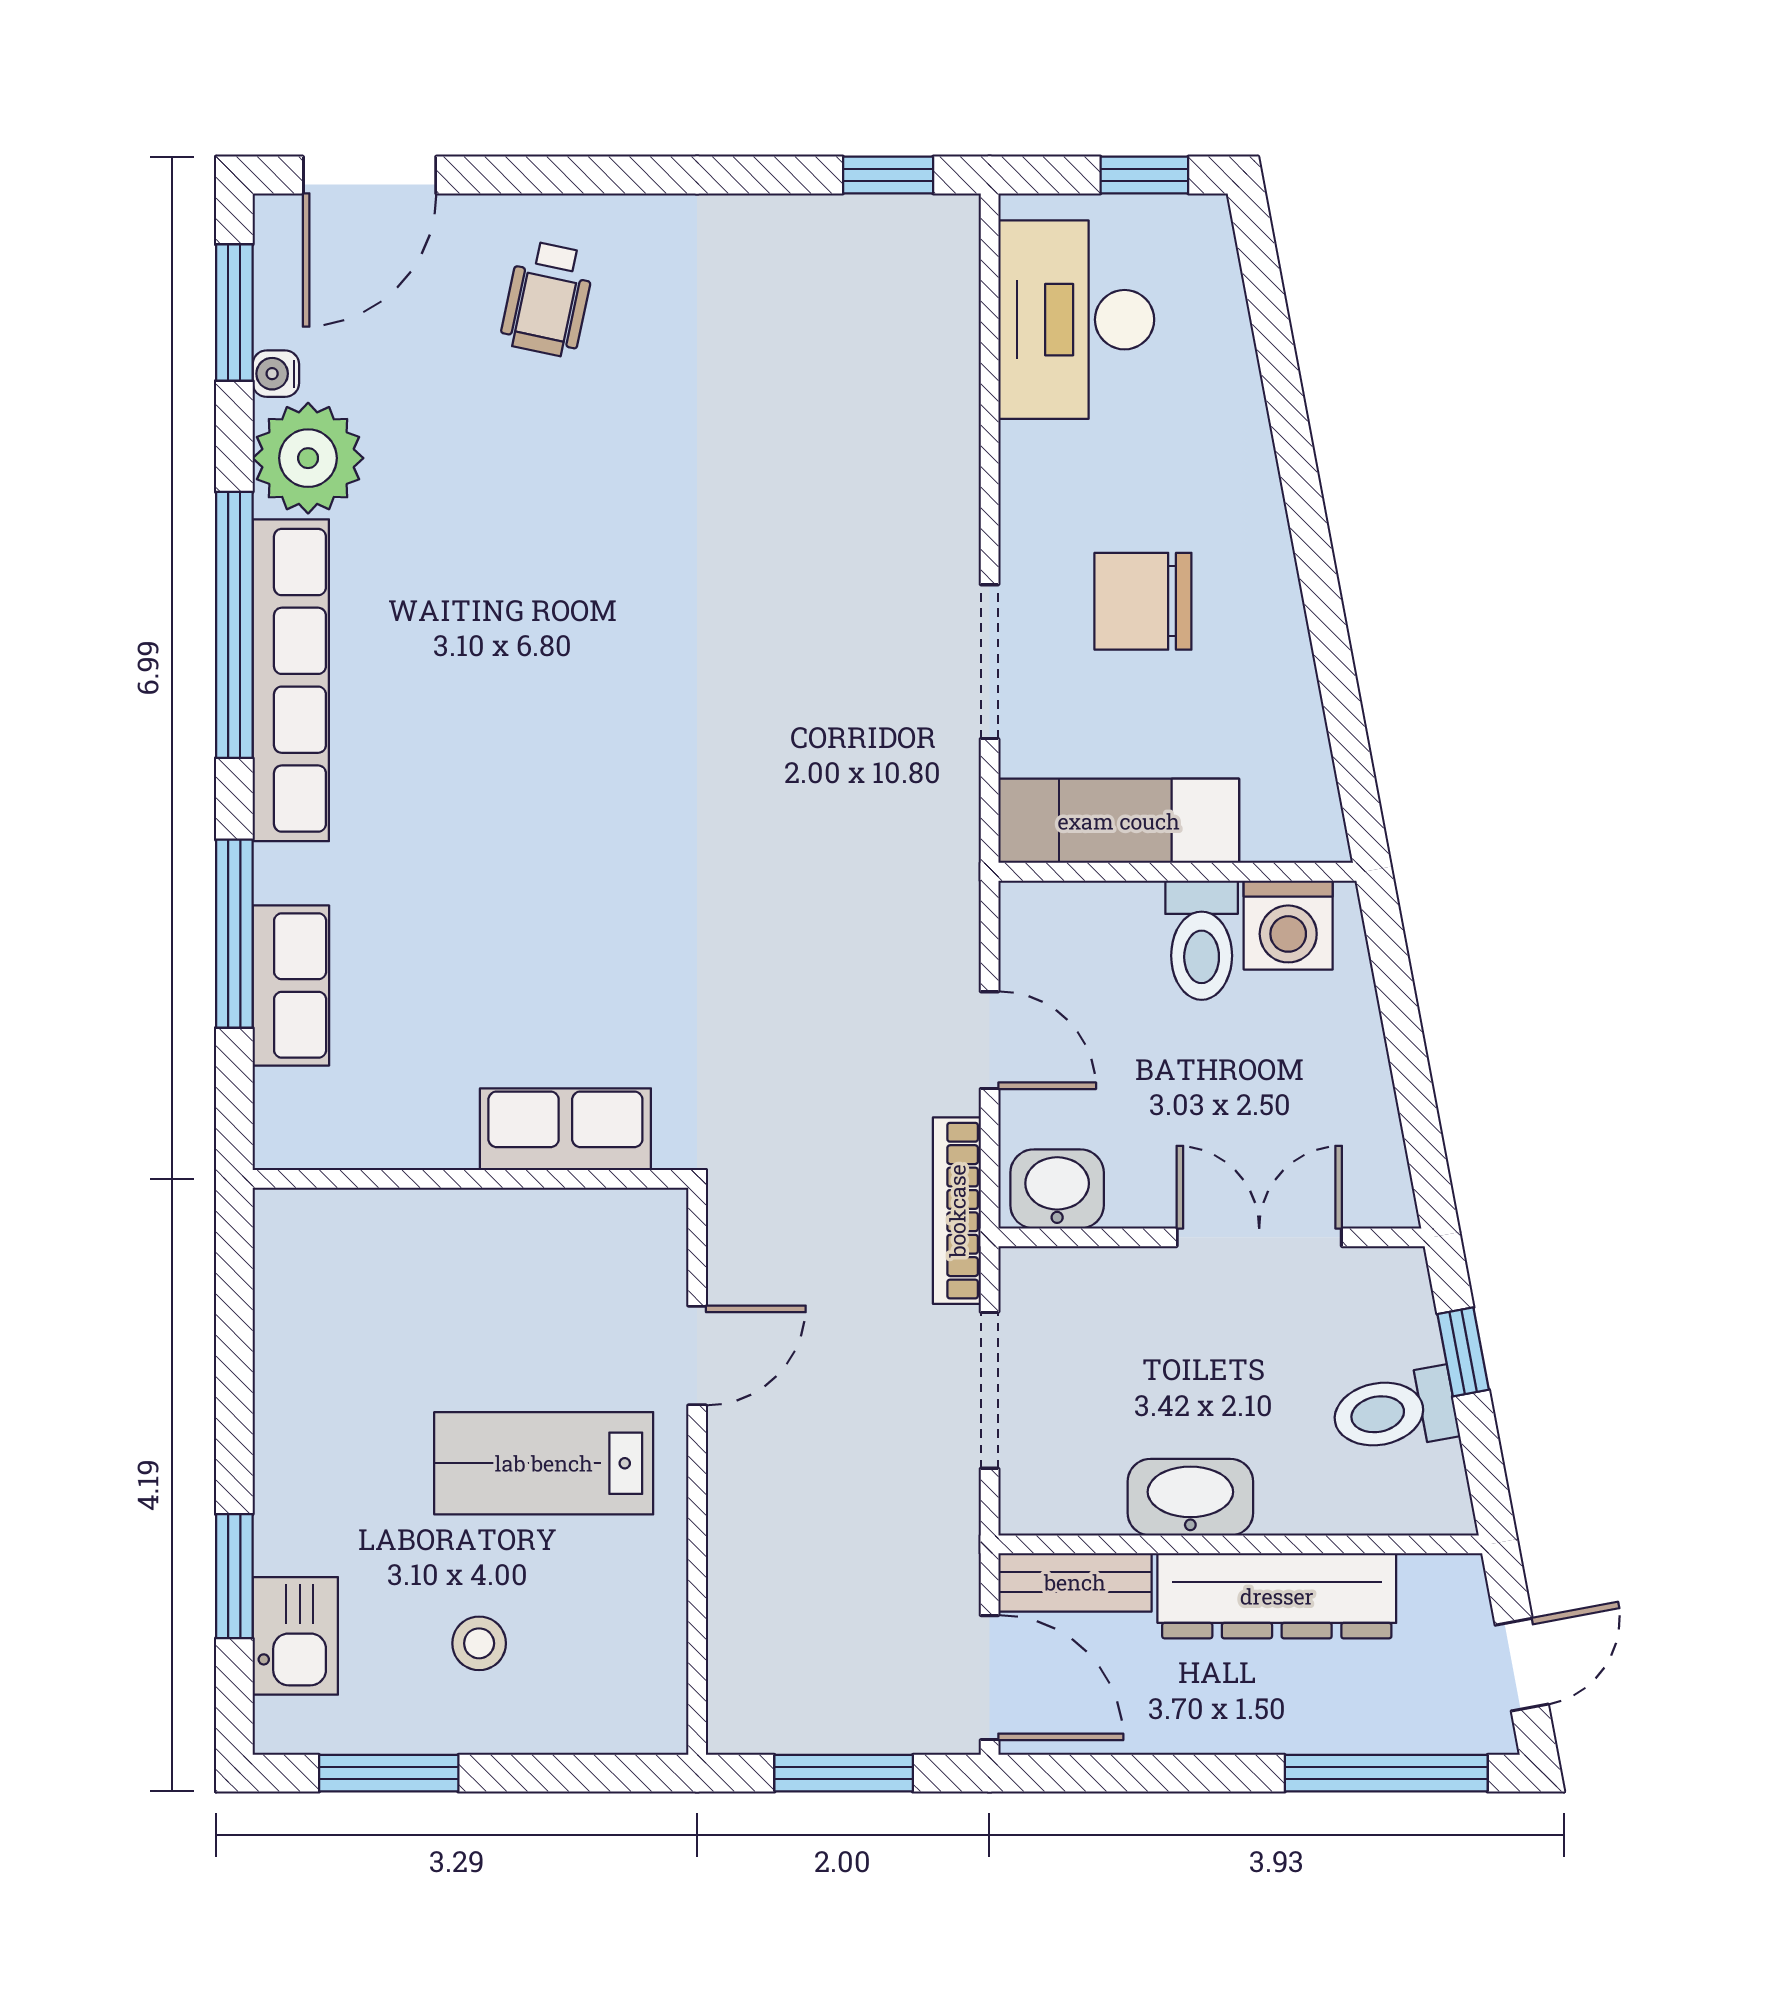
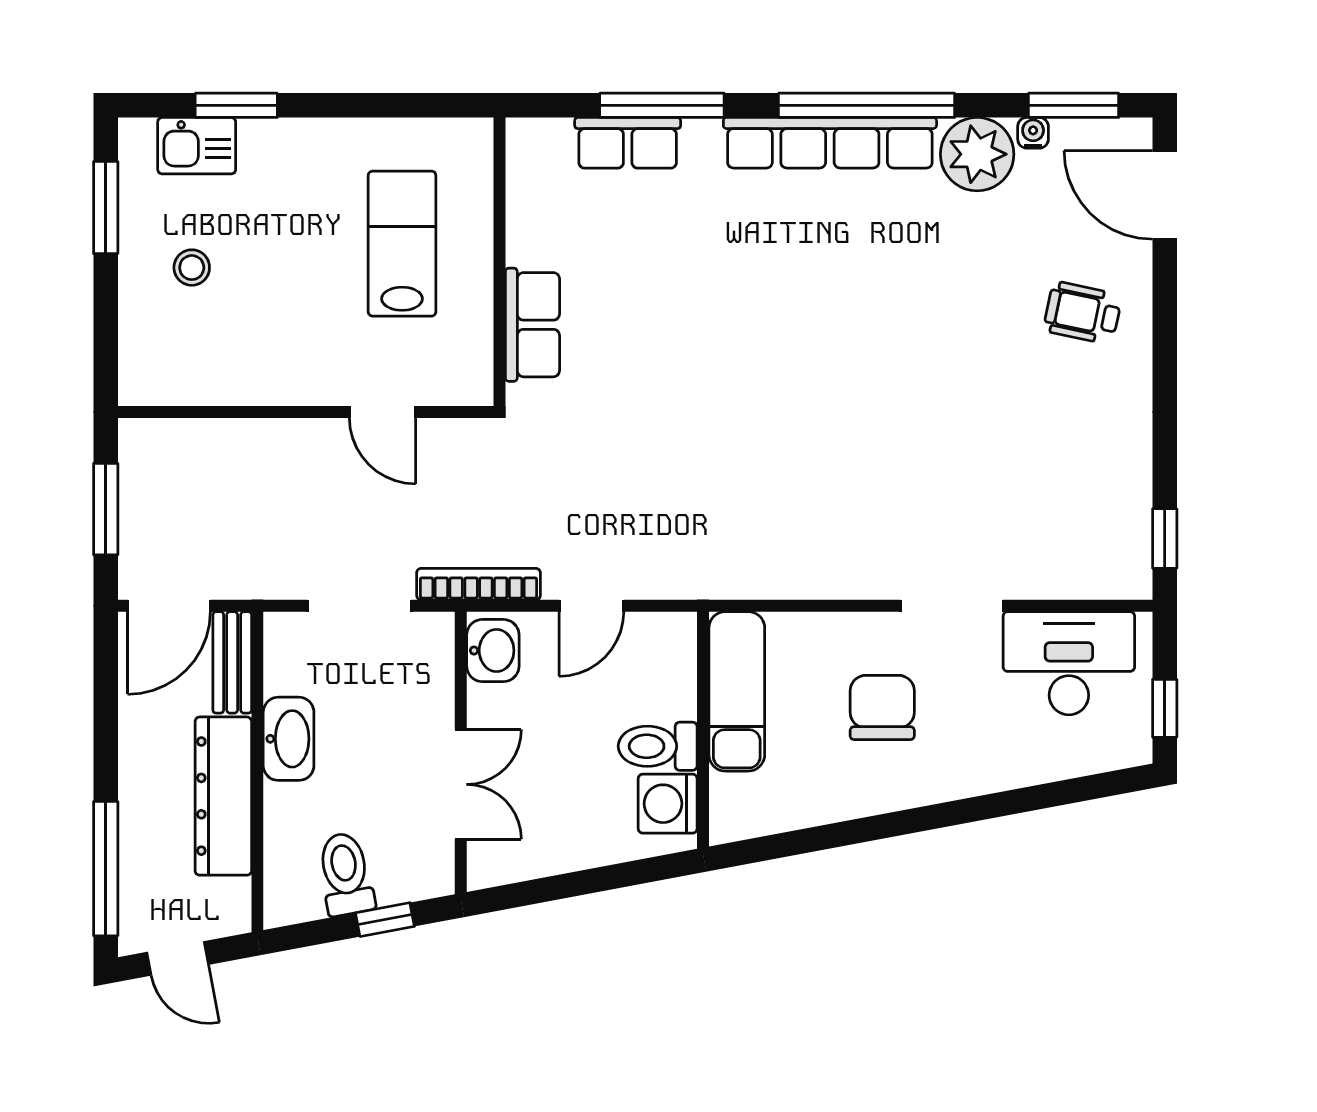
doorway: (990, 662) -> (952, 606), moved
lab bench: (544, 1463) -> (402, 244), moved

